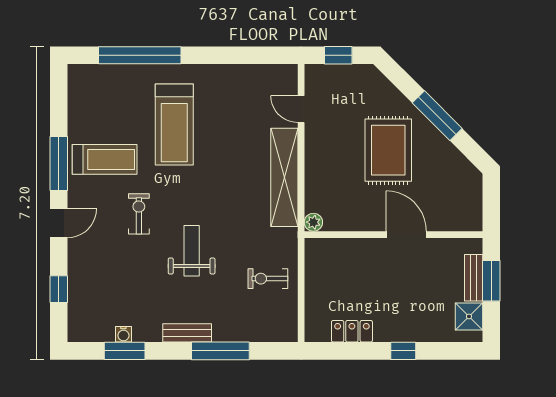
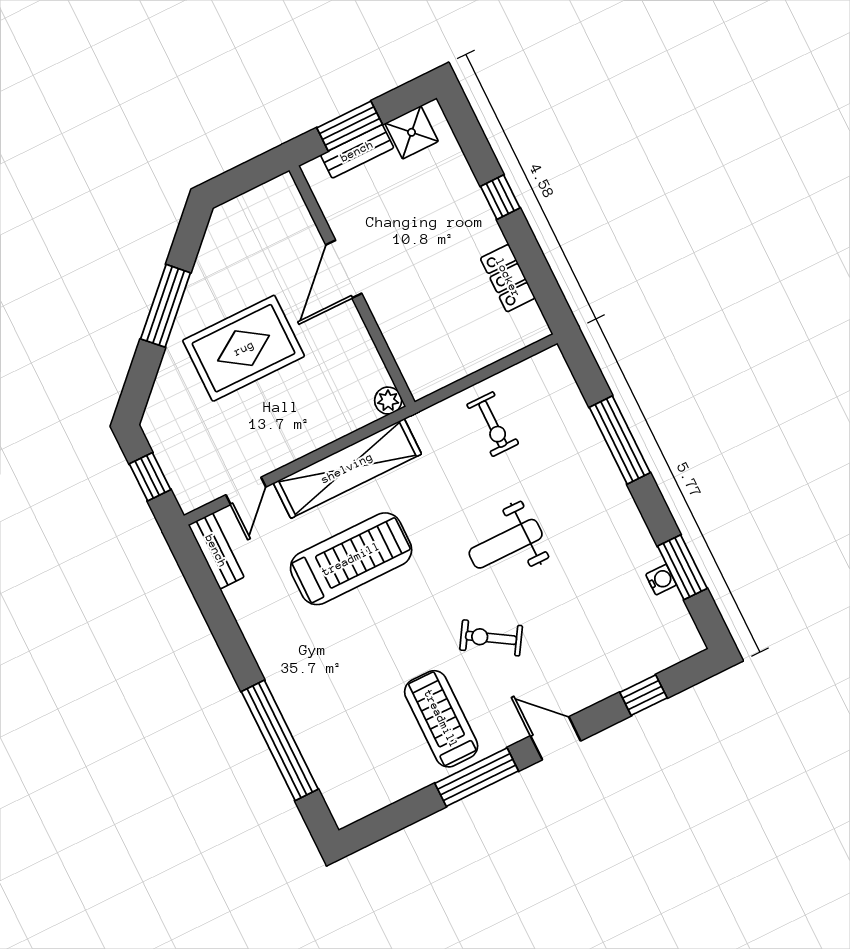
treadmill: (174, 124) -> (351, 559), moved
exercise bike: (139, 214) -> (491, 638), turned 32
bench: (187, 333) -> (216, 551), moved

